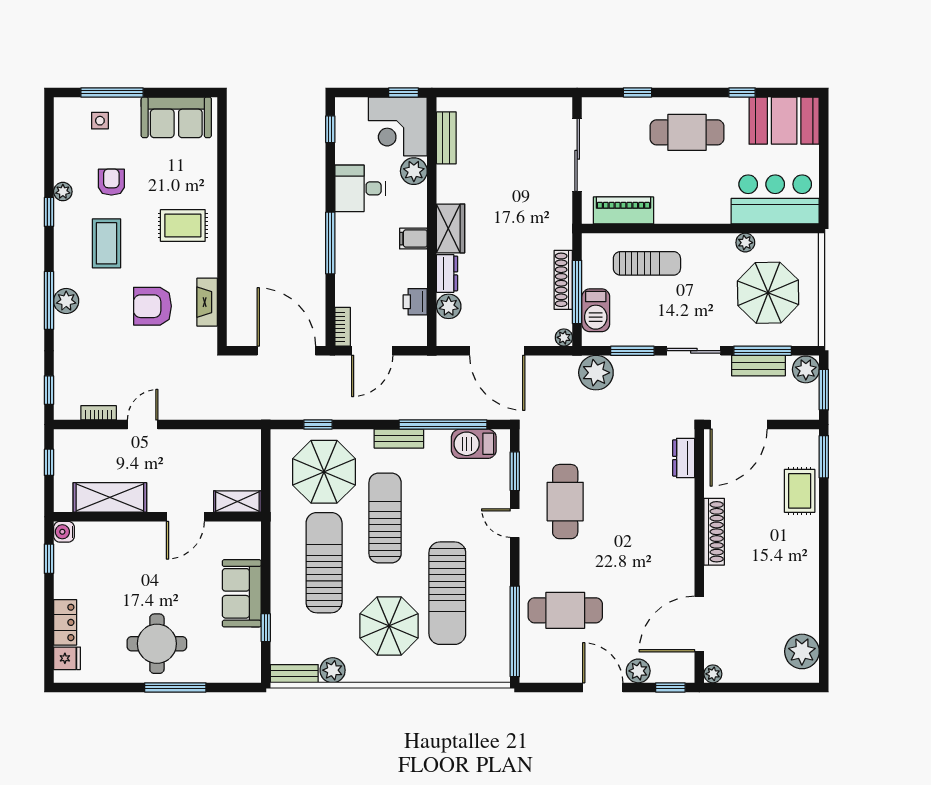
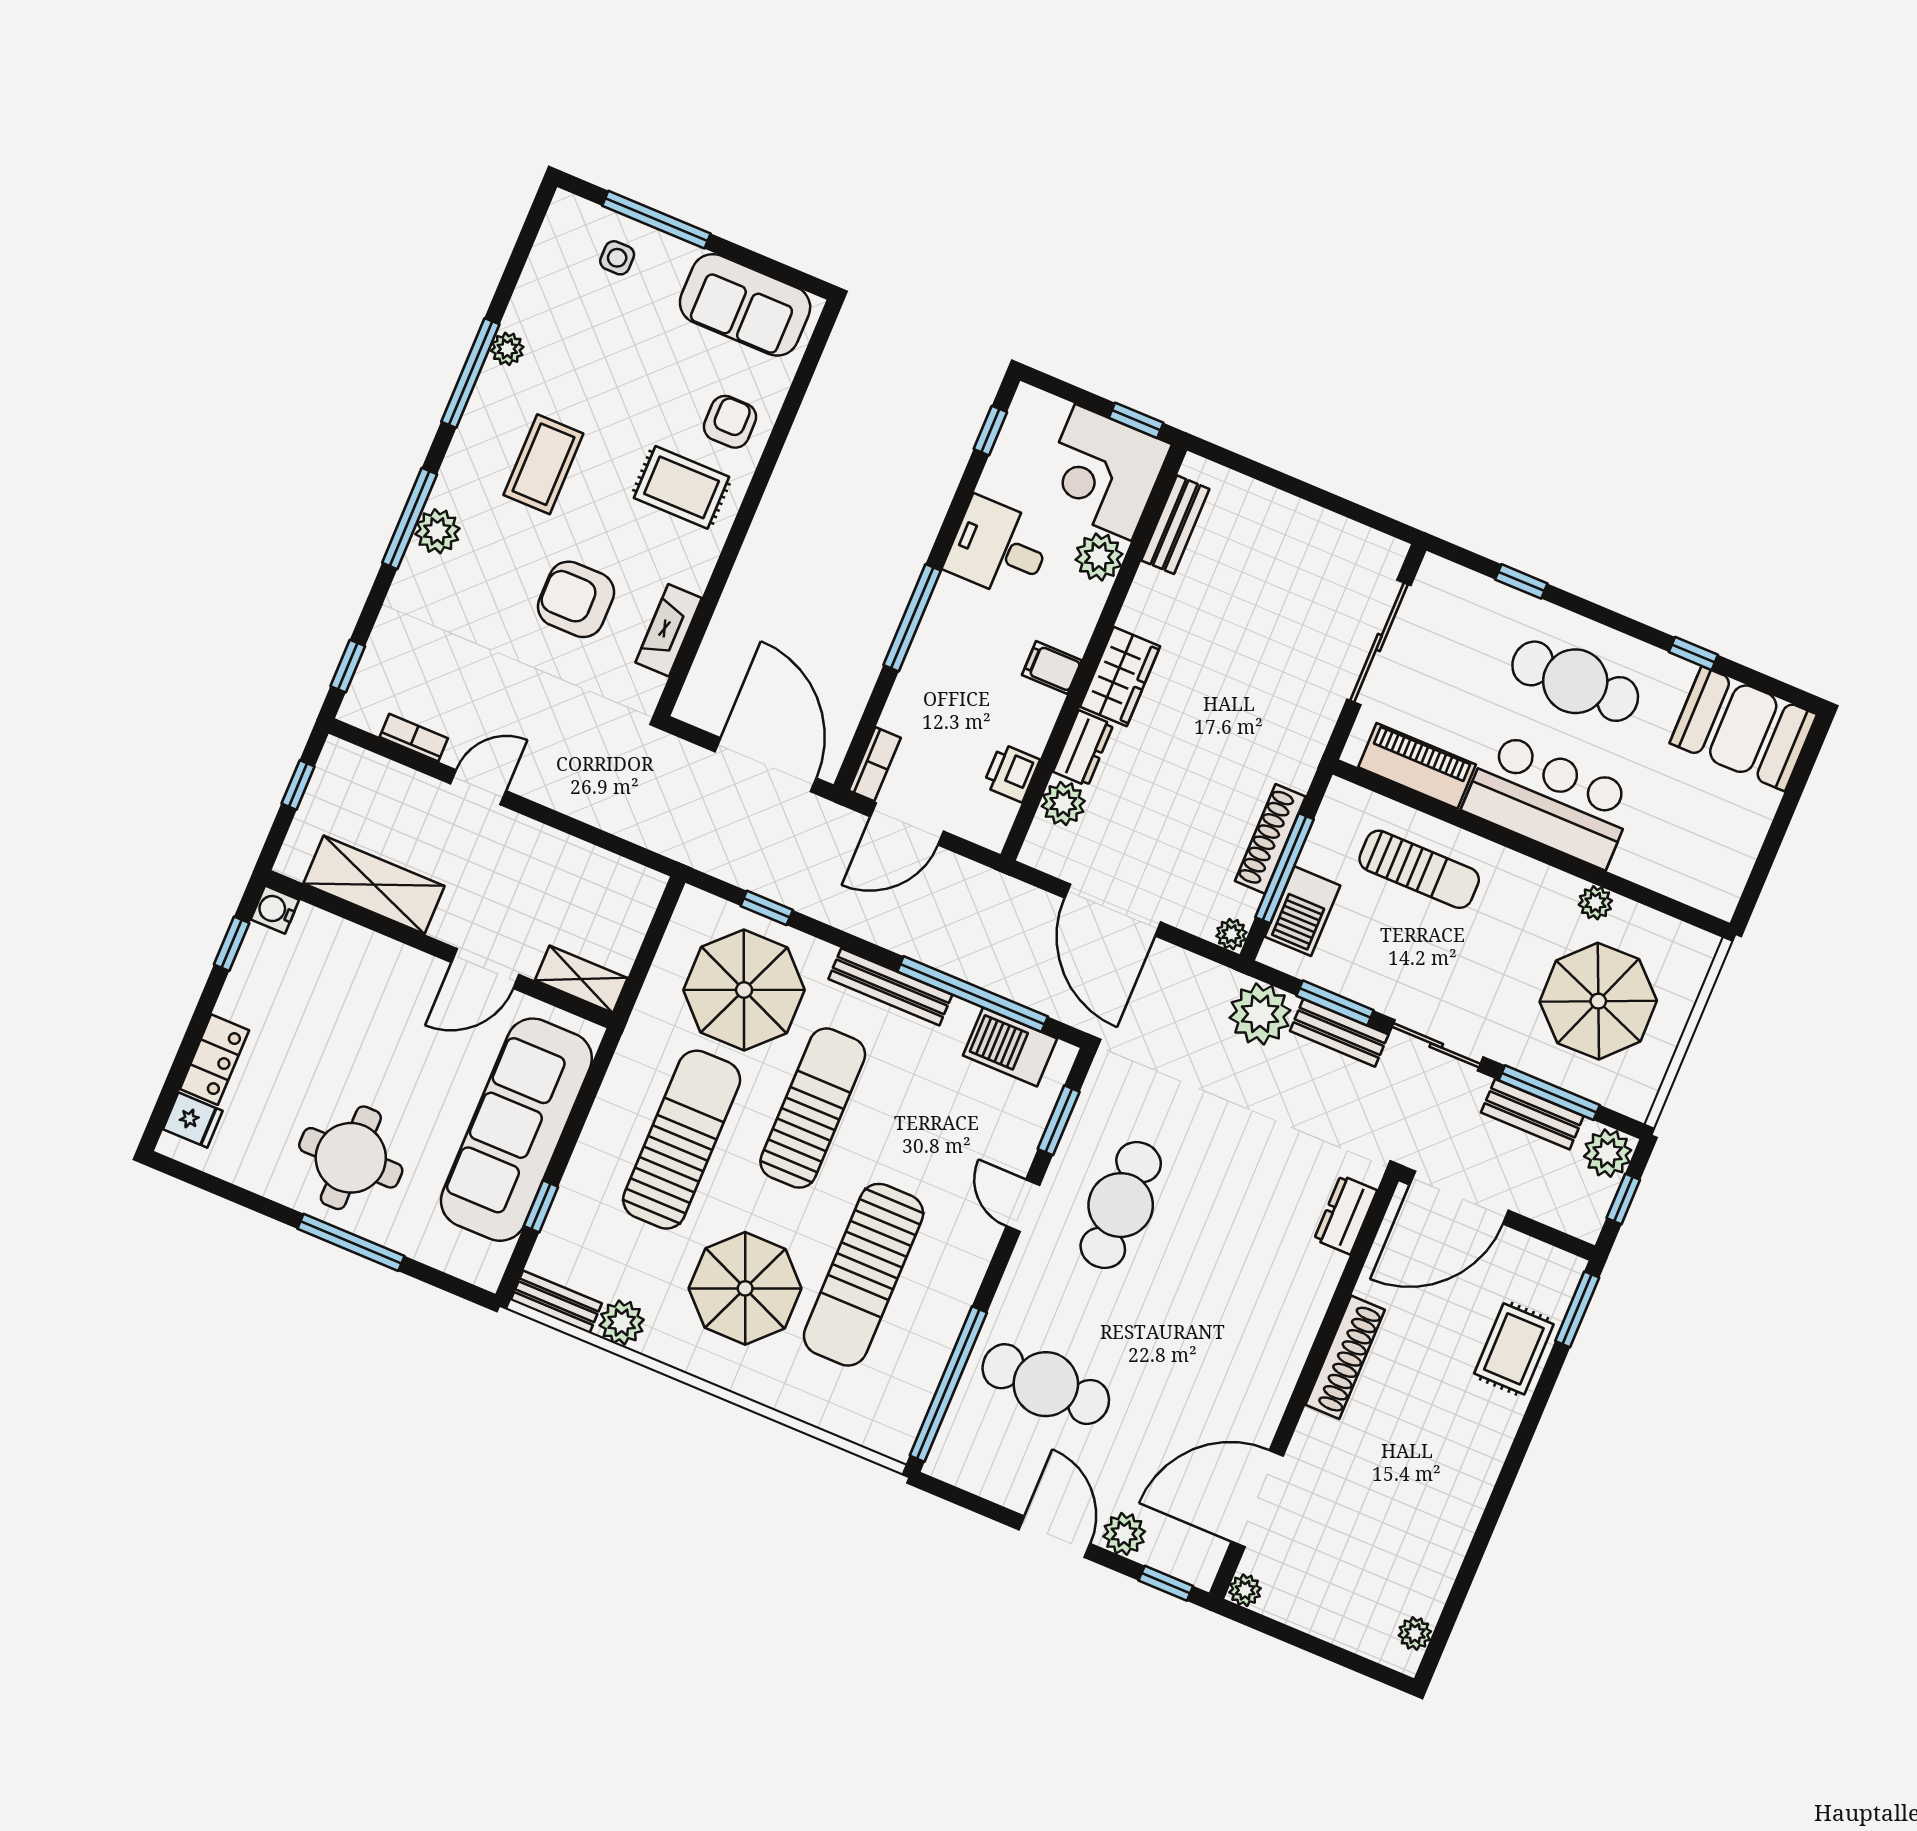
armchair: (111, 182) -> (730, 422), moved
bar counter: (775, 199) -> (1550, 800), moved
window: (49, 212) -> (470, 373), width x2.17
bench: (641, 365) -> (1339, 1033), added
window: (824, 390) -> (1623, 1199), width x0.67
bench: (399, 439) -> (890, 987), width x1.36
sofa: (242, 593) -> (516, 1130), width x1.85, depth x1.27
plant: (802, 651) -> (1415, 1633), width x0.53, depth x0.53

